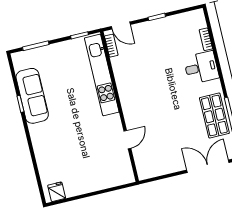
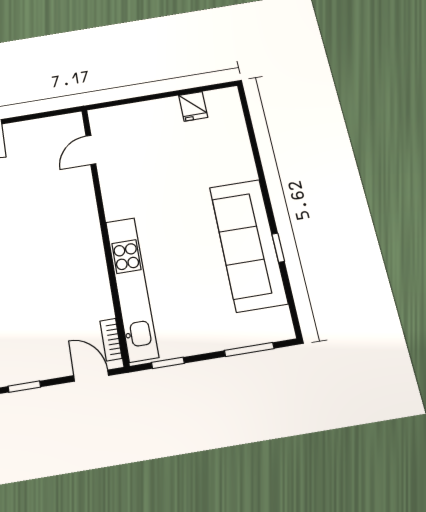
sofa: (32, 96) -> (248, 245), width x1.36, depth x1.27
door: (127, 140) -> (91, 150), moved
fridge: (57, 192) -> (193, 106), moved

